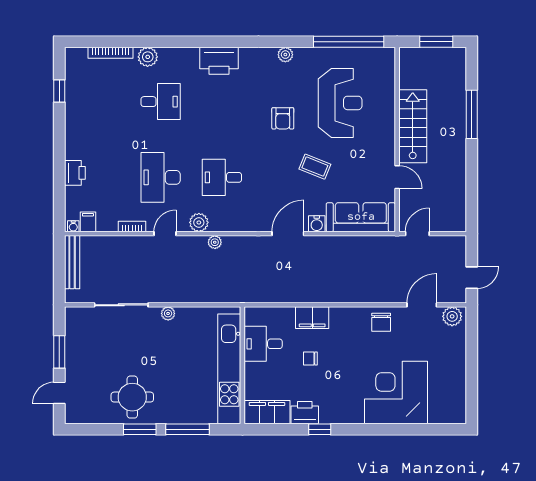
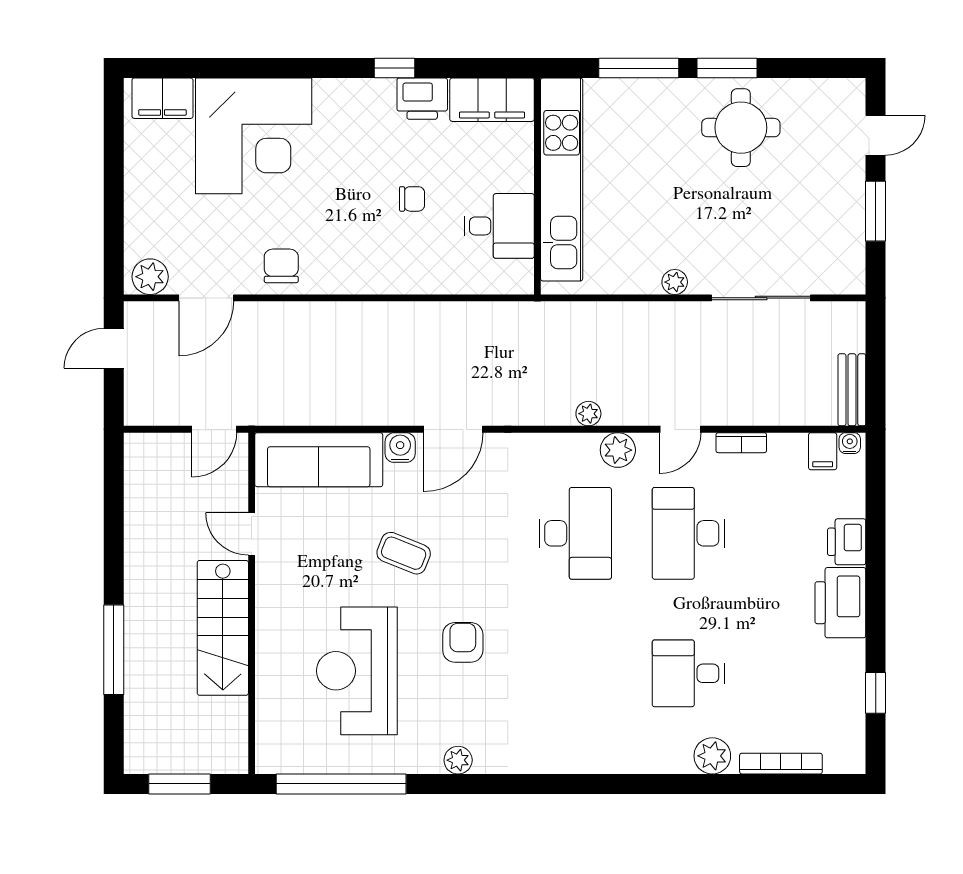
printer: (219, 61) -> (840, 603), moved, turned -90
desk: (161, 177) -> (688, 533), turned 180
desk: (222, 177) -> (575, 533), width x1.37
bench: (72, 262) -> (852, 390), width x0.73
filing cabinet: (312, 318) -> (162, 98), moved, turned 180

